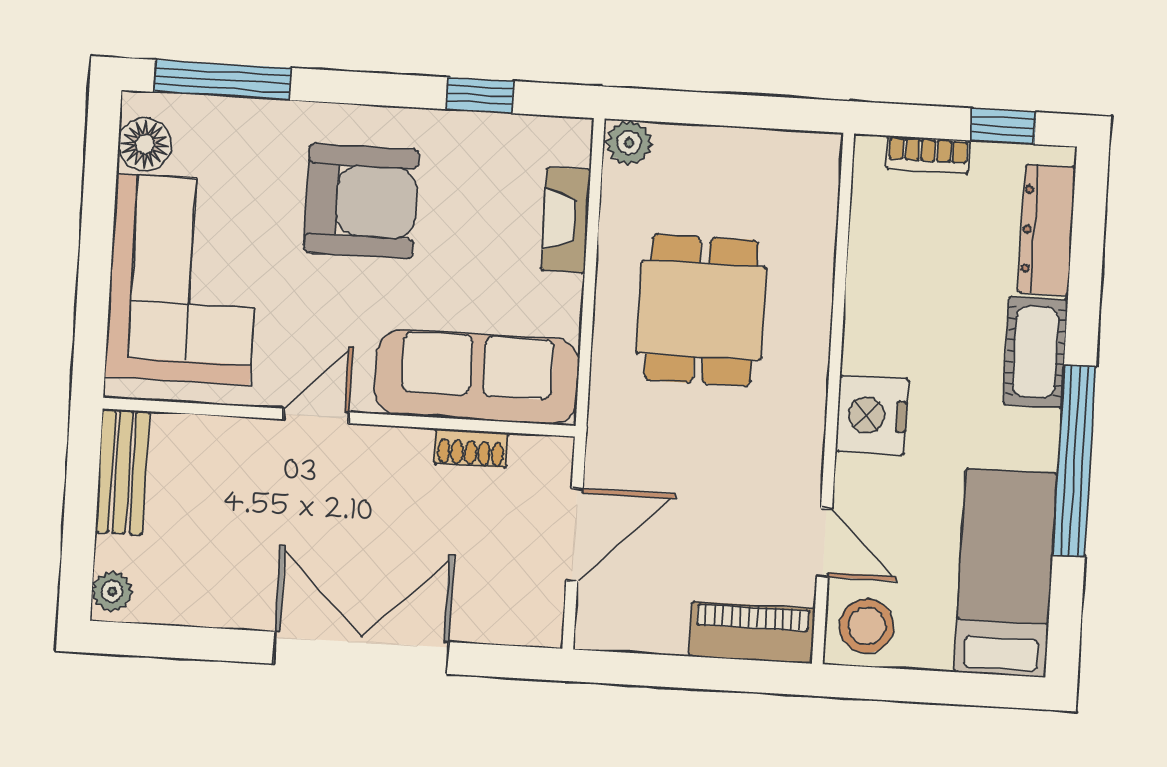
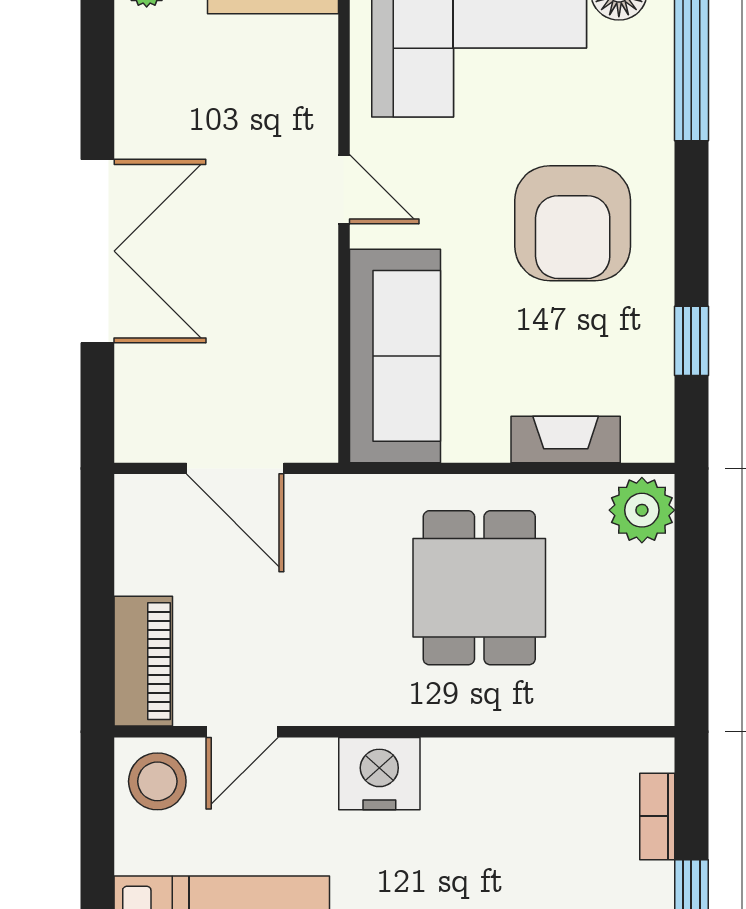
plant: (629, 143) -> (642, 510), width x1.38, depth x1.38
dining table: (701, 310) -> (479, 588), turned 90
shoe rack: (471, 448) -> (320, 354), removed

